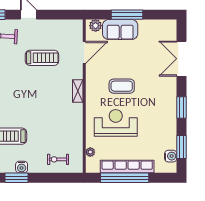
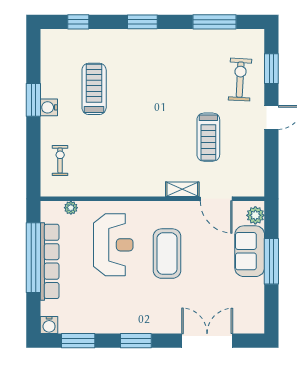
coffee table: (122, 86) -> (167, 254), width x1.36, depth x1.32
shelving: (78, 91) -> (182, 189), moved
water cooler: (171, 156) -> (49, 325), moved

